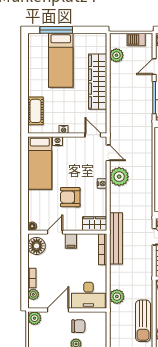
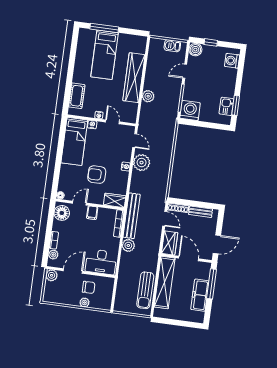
plant: (116, 55) -> (148, 96), moved
door: (93, 135) -> (112, 122), moved
plant: (117, 297) -> (128, 245), moved

